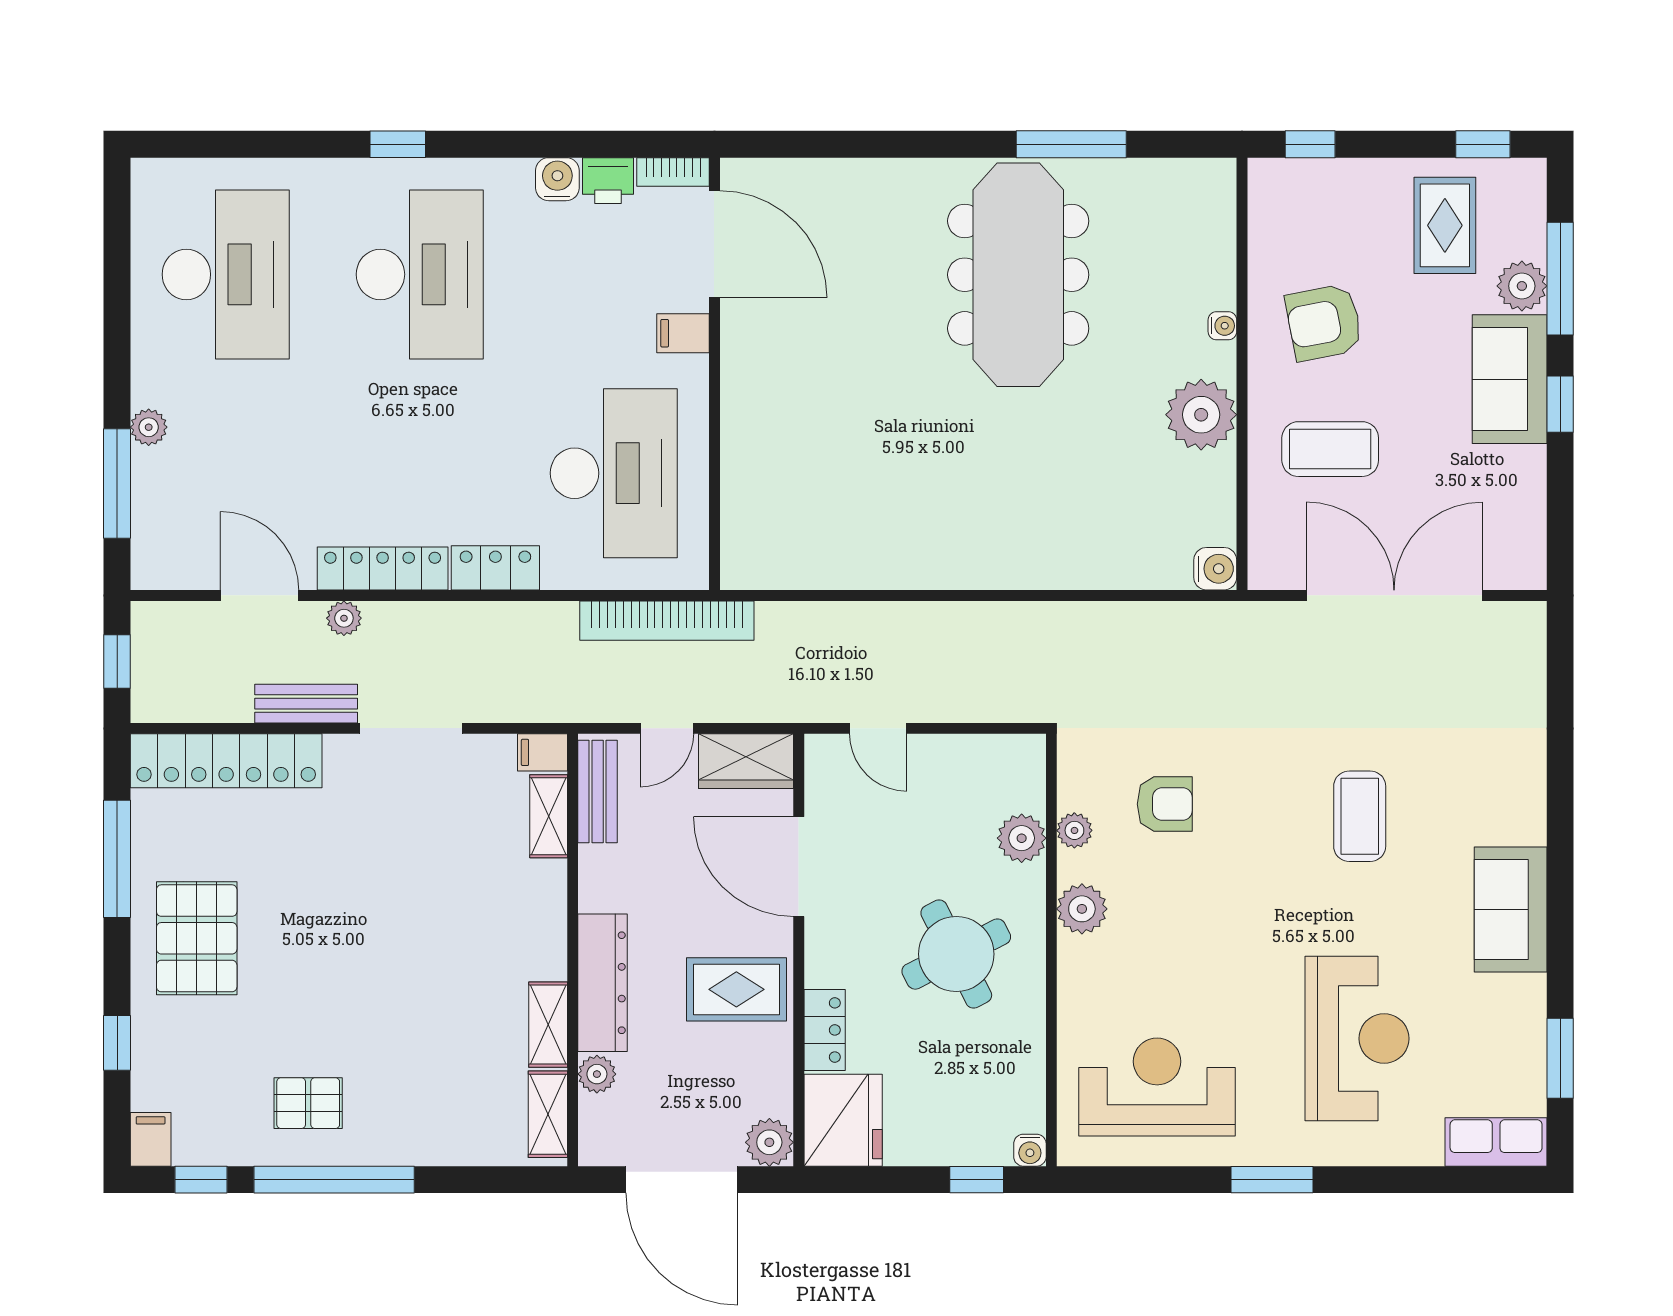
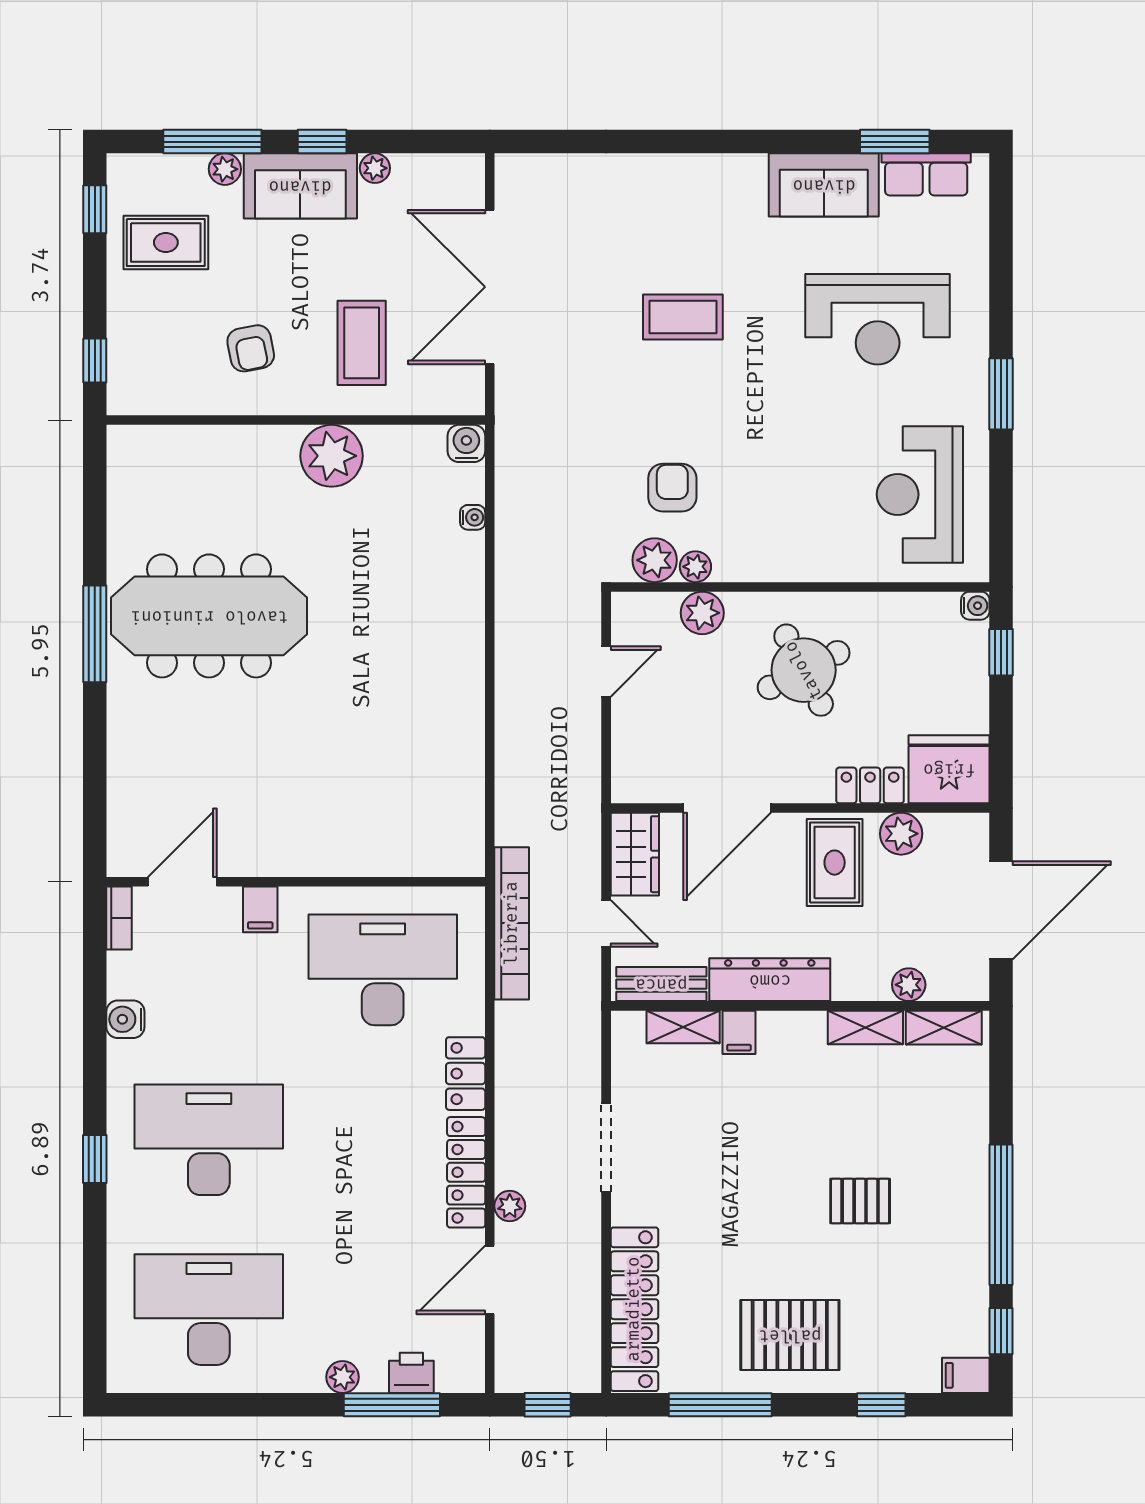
window: (1071, 144) -> (95, 634), moved
printer: (608, 181) -> (411, 1373), moved, turned -90
door: (714, 244) -> (182, 882), width x0.73
plant: (1522, 286) -> (225, 169), width x0.73, depth x0.73
armchair: (1324, 322) -> (251, 348), width x0.72, depth x0.72
water cooler: (1222, 326) -> (473, 517), moved, turned 90
plant: (1530, 464) -> (375, 168), added
bench: (306, 704) -> (584, 1239), removed
door: (878, 728) -> (606, 671), moved
filing cabinet: (542, 752) -> (739, 1032), moved
plant: (1082, 909) -> (655, 560), moved
sofa: (1511, 910) -> (824, 185), moved
dresser: (603, 983) -> (770, 980), moved
reception desk: (1357, 1039) -> (878, 319), turned 180
pallet: (308, 1103) -> (860, 1201), moved, turned 90
plant: (769, 1142) -> (901, 834), moved
row of seats: (1496, 1142) -> (926, 174), moved, turned -90

